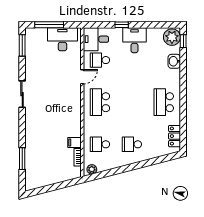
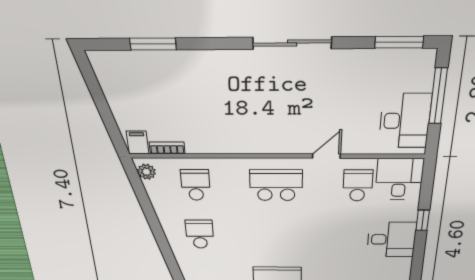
door: (82, 77) -> (326, 156), swing flipped
sliding door: (22, 94) -> (292, 43), width x1.37
filing cabinet: (74, 142) -> (138, 143), moved

